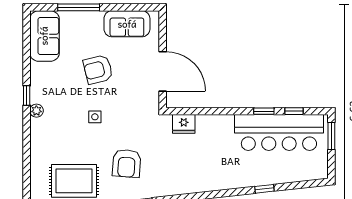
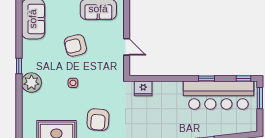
door: (163, 71) -> (127, 47), width x0.53
plant: (36, 111) -> (31, 83), width x1.88, depth x1.88
window: (294, 111) -> (243, 78), moved

